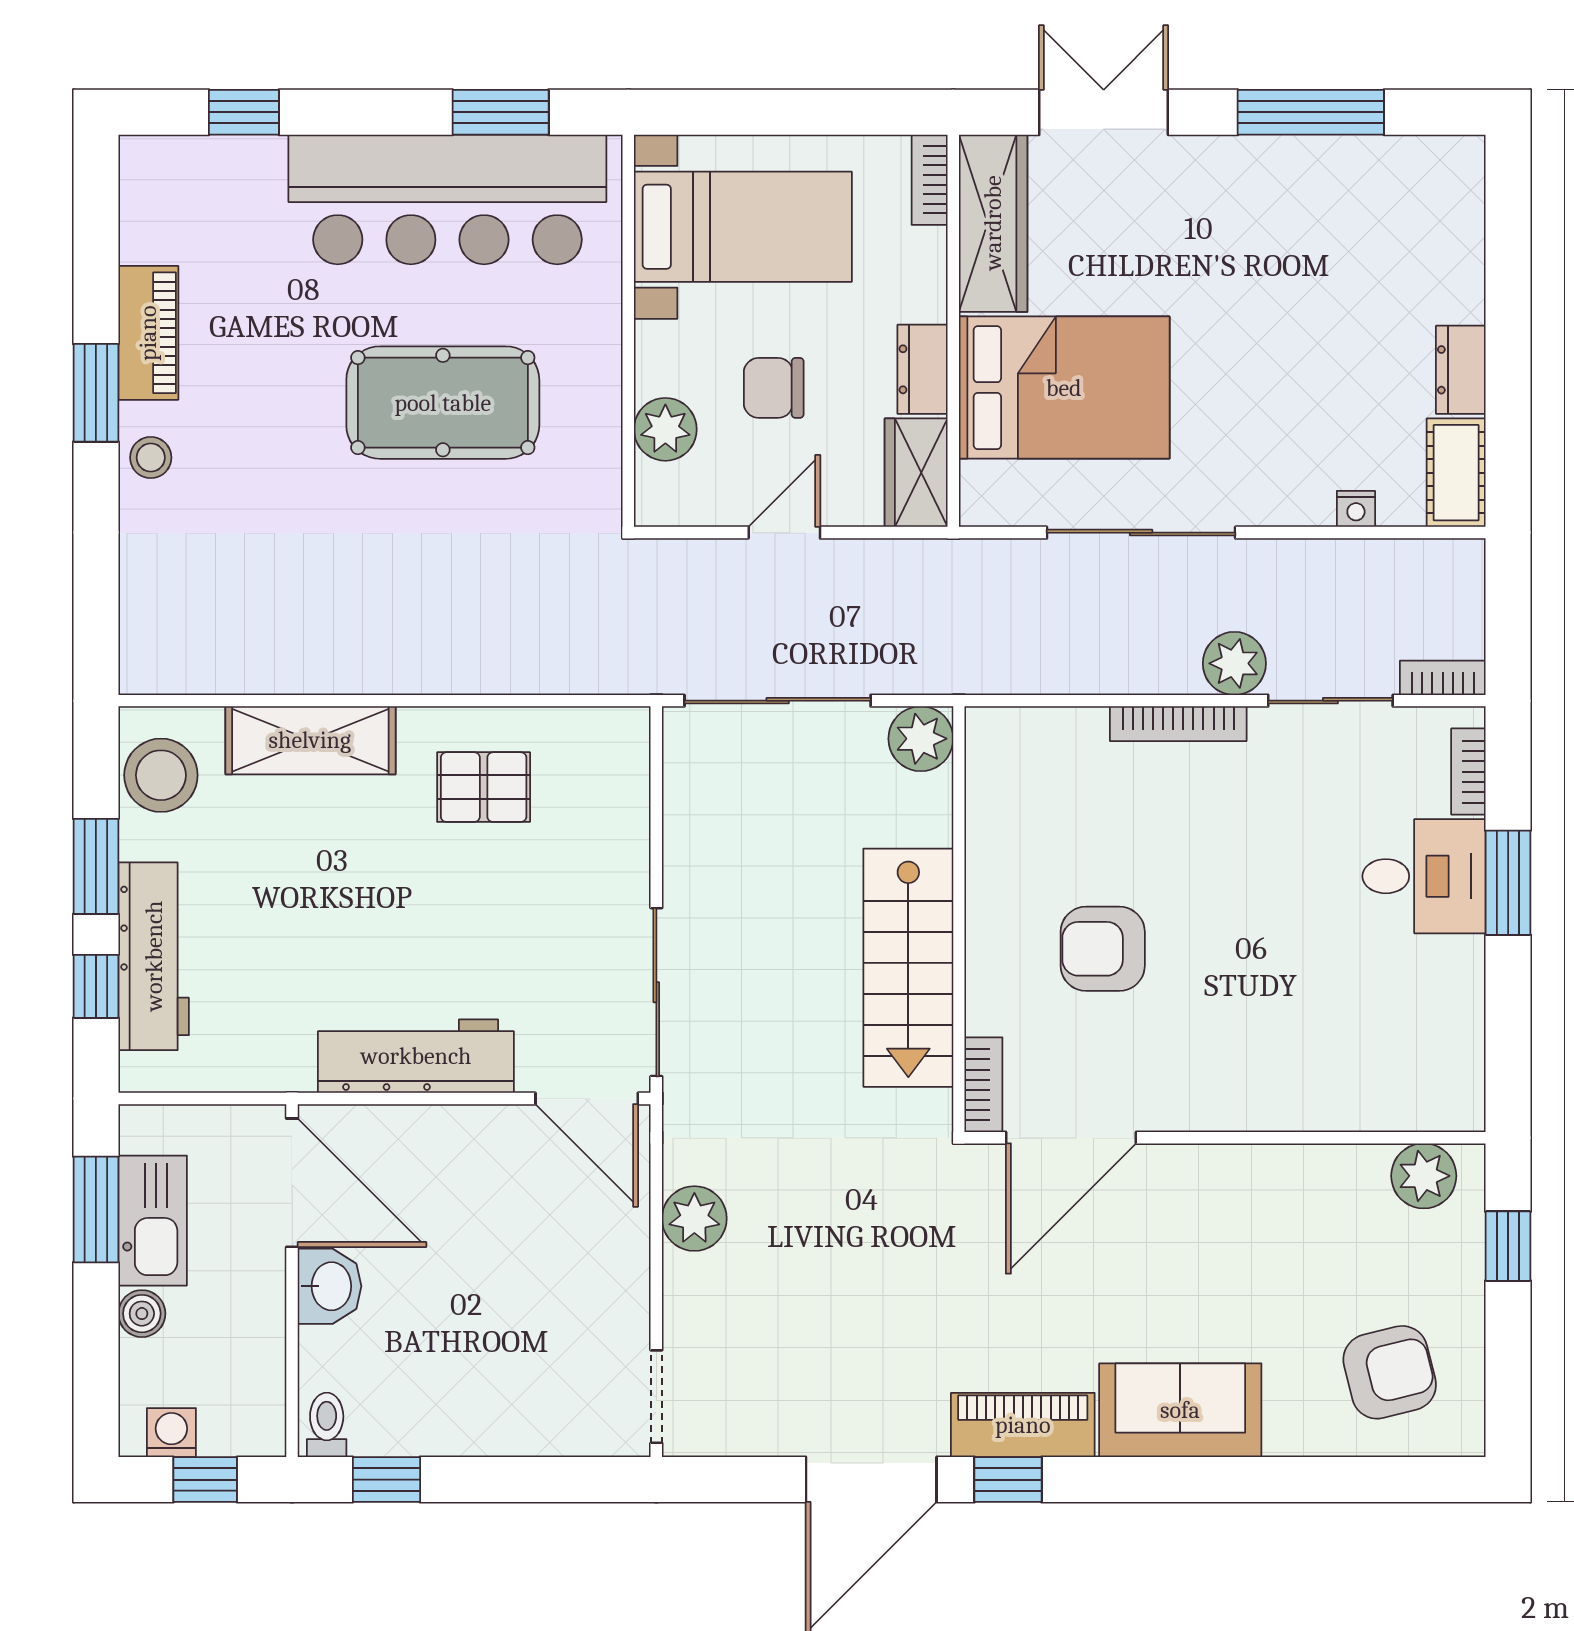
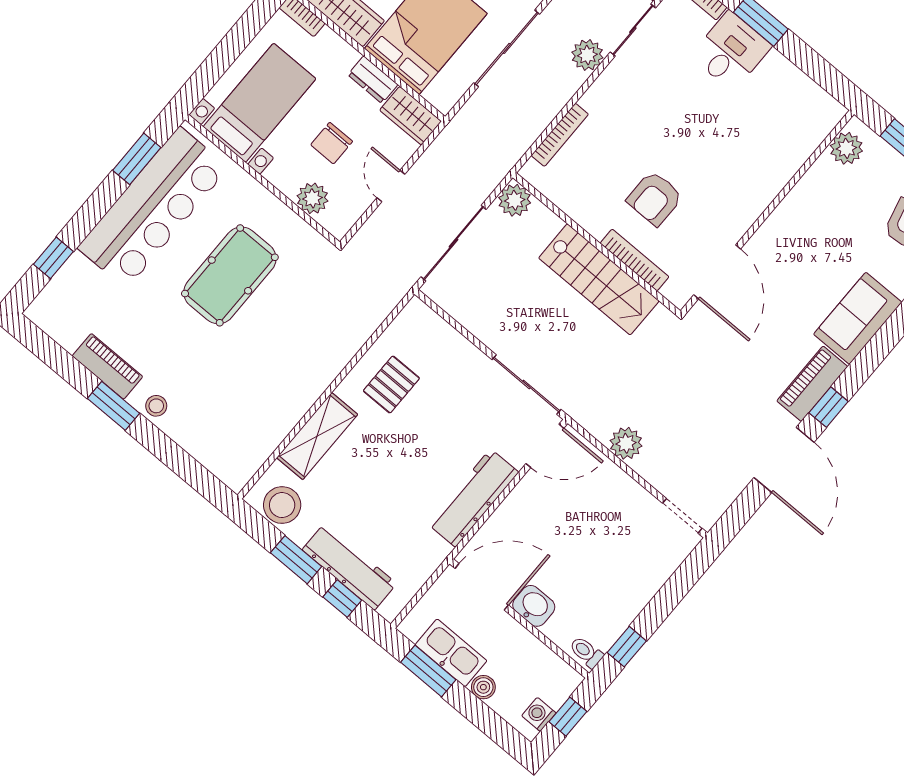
bookcase: (1178, 724) -> (560, 135), moved
bookcase: (983, 1085) -> (635, 260), moved, width x1.56

